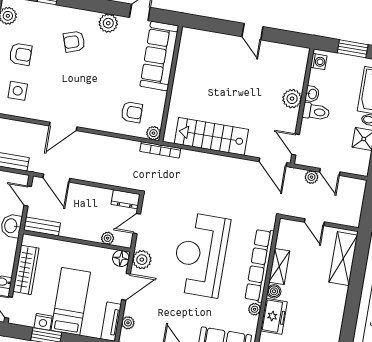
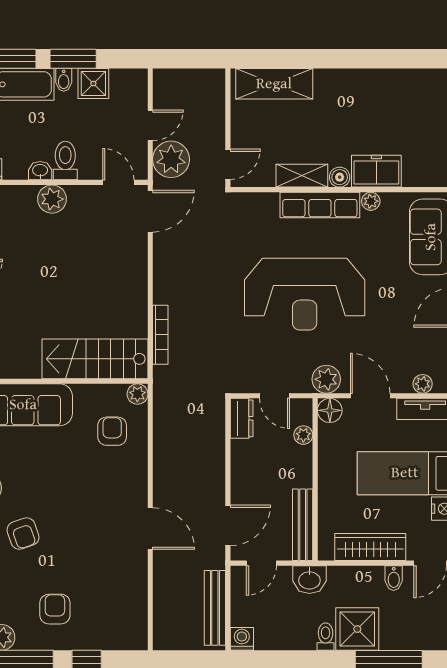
side table: (18, 91) -> (109, 604), removed
stairs: (211, 136) -> (95, 359), moved, turned 90
door: (296, 144) -> (118, 182), swing flipped
bookcase: (160, 150) -> (160, 335), moved
plant: (311, 177) -> (171, 159), width x1.87, depth x1.87
door: (314, 222) -> (228, 164), moved
bench: (42, 226) -> (303, 525), width x1.36
row of seats: (259, 266) -> (320, 205), width x0.73

